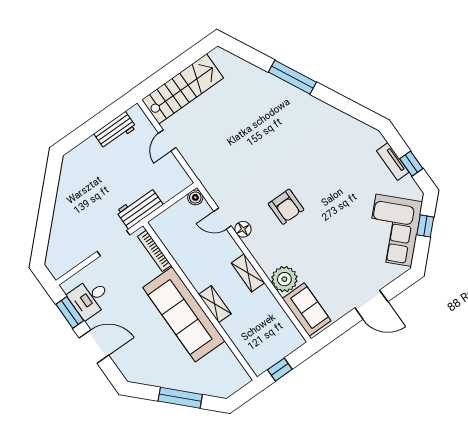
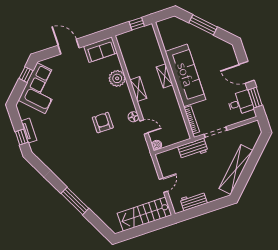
window: (411, 164) -> (22, 137), moved
shelving: (66, 197) -> (236, 170), added
window: (425, 226) -> (26, 75), moved
sofa: (307, 310) -> (101, 50), moved, turned -90

